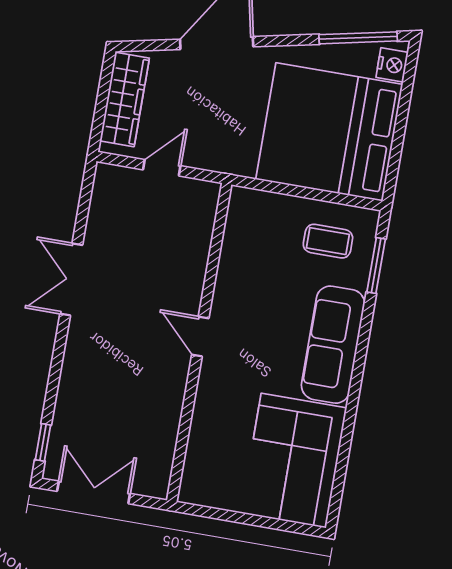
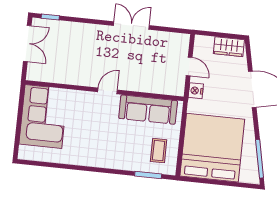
nightstand: (392, 65) -> (196, 91), moved, turned 90
wardrobe: (125, 100) -> (229, 47), width x0.67
sofa: (333, 345) -> (148, 110), moved, turned 180
corner sofa: (294, 461) -> (43, 117), moved, turned 90

